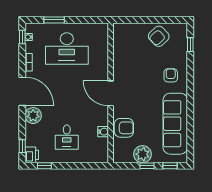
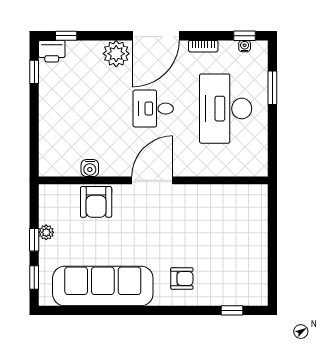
armchair: (159, 36) -> (246, 259), removed
desk: (67, 137) -> (153, 109), moved
plant: (142, 154) -> (46, 232), width x0.53, depth x0.53

